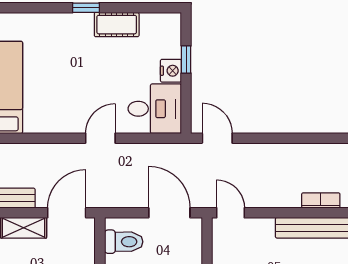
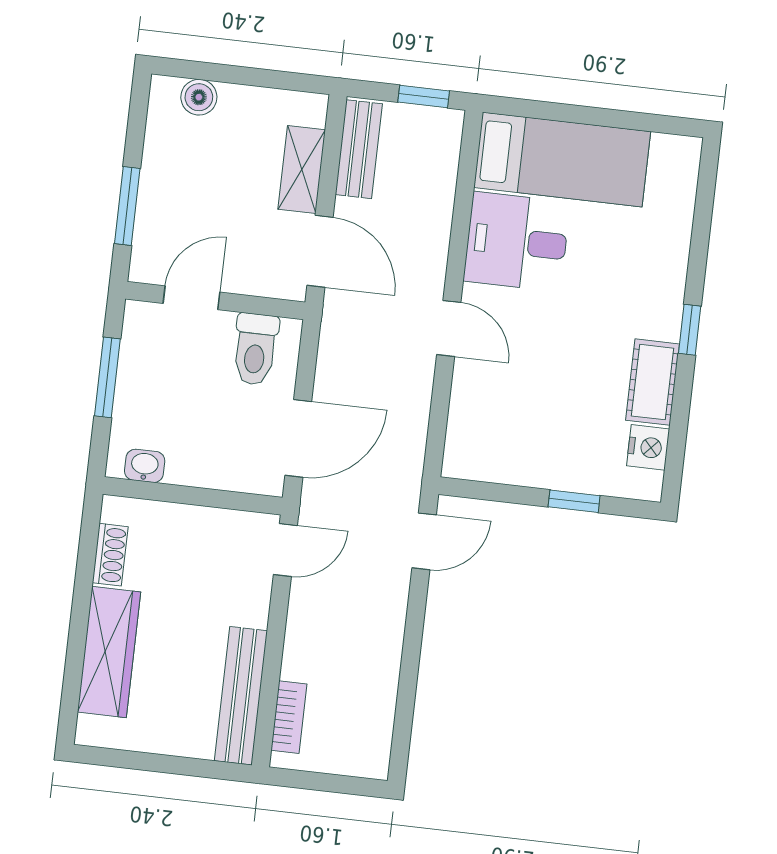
nightstand: (171, 71) -> (648, 447), moved, turned -90
desk: (155, 109) -> (517, 242), moved, turned 90

